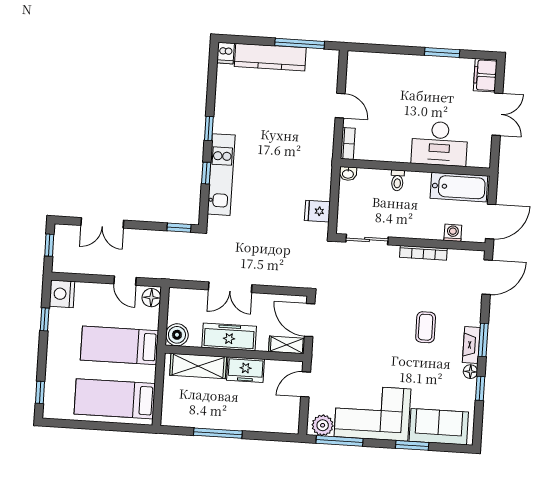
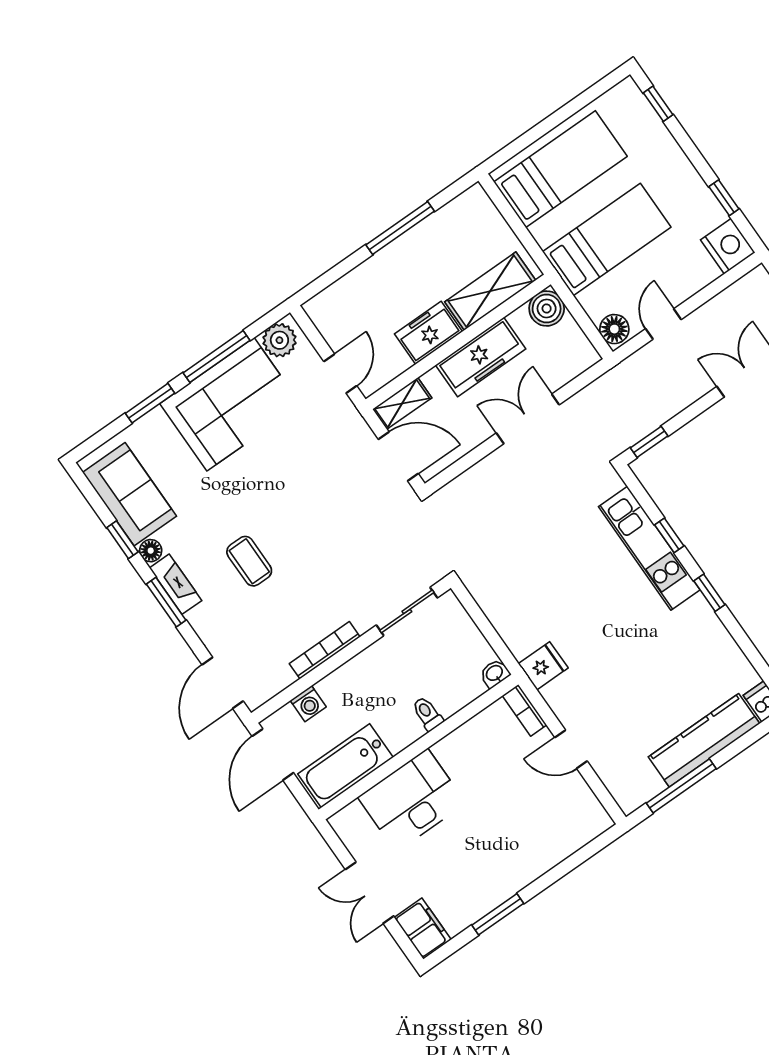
fridge: (317, 211) -> (543, 666), moved
door: (125, 281) -> (663, 324), hinge flipped
sofa: (439, 427) -> (130, 494), moved, turned -90
window: (339, 441) -> (216, 357), moved

